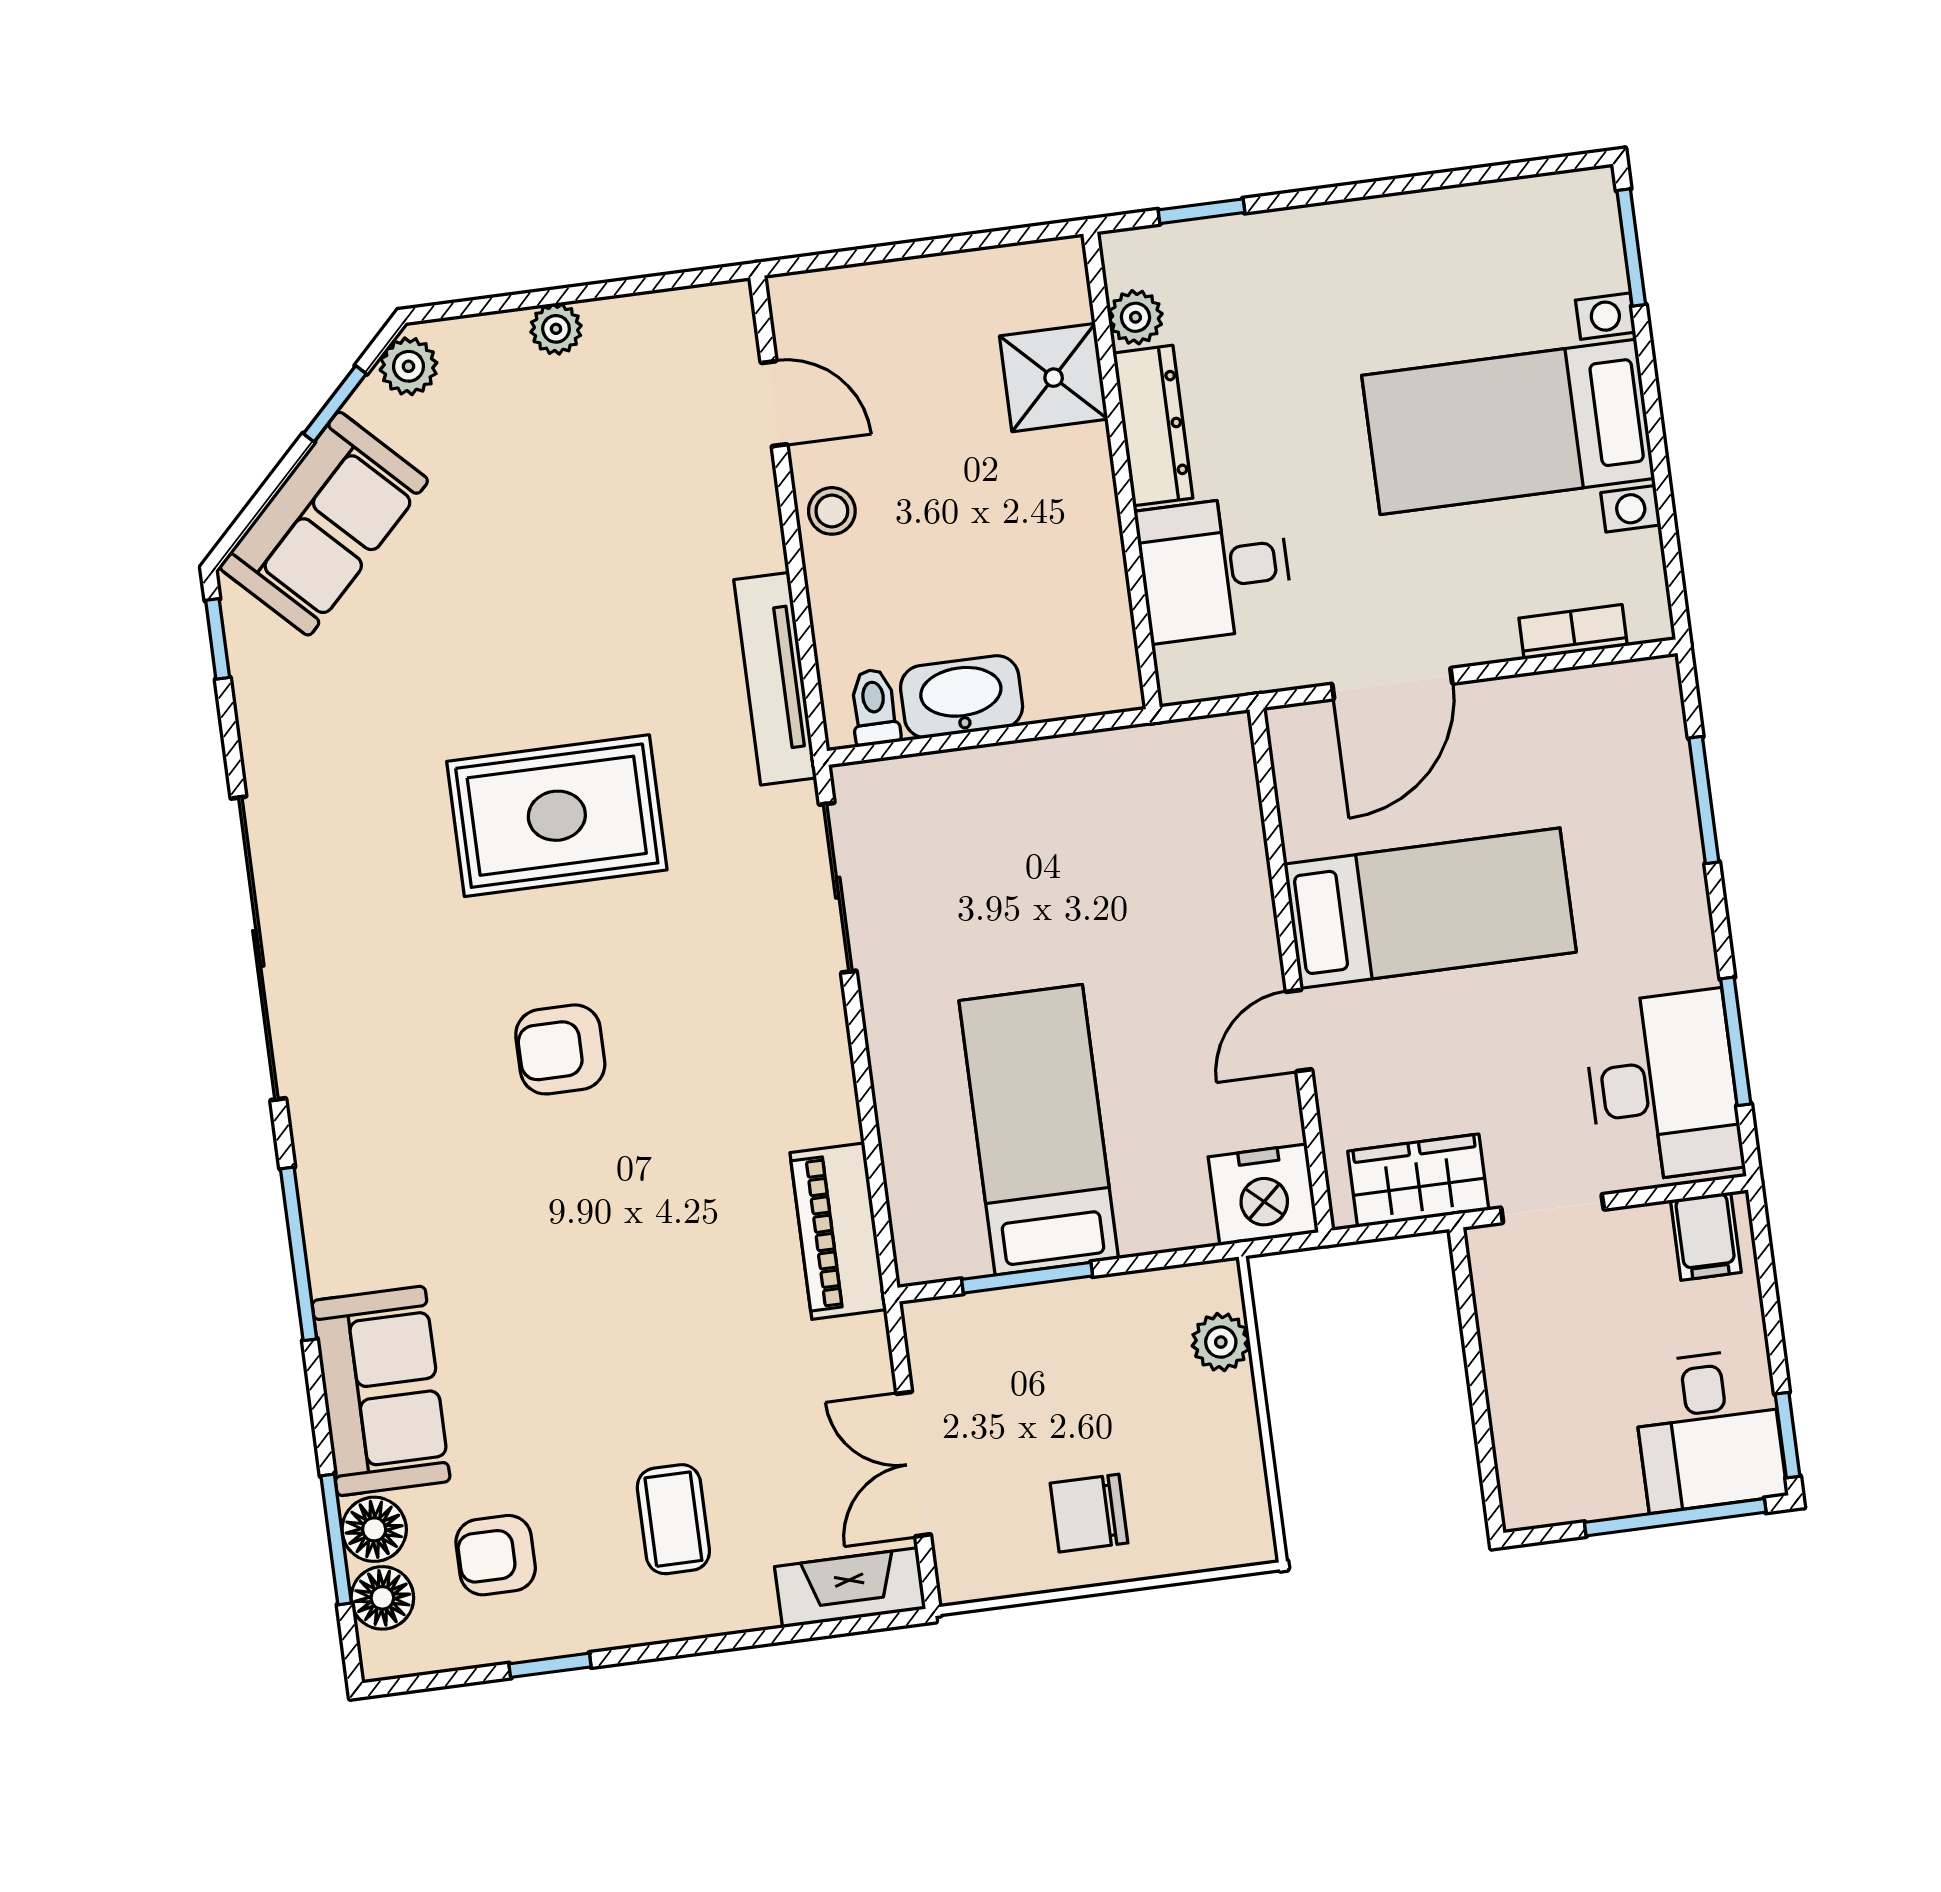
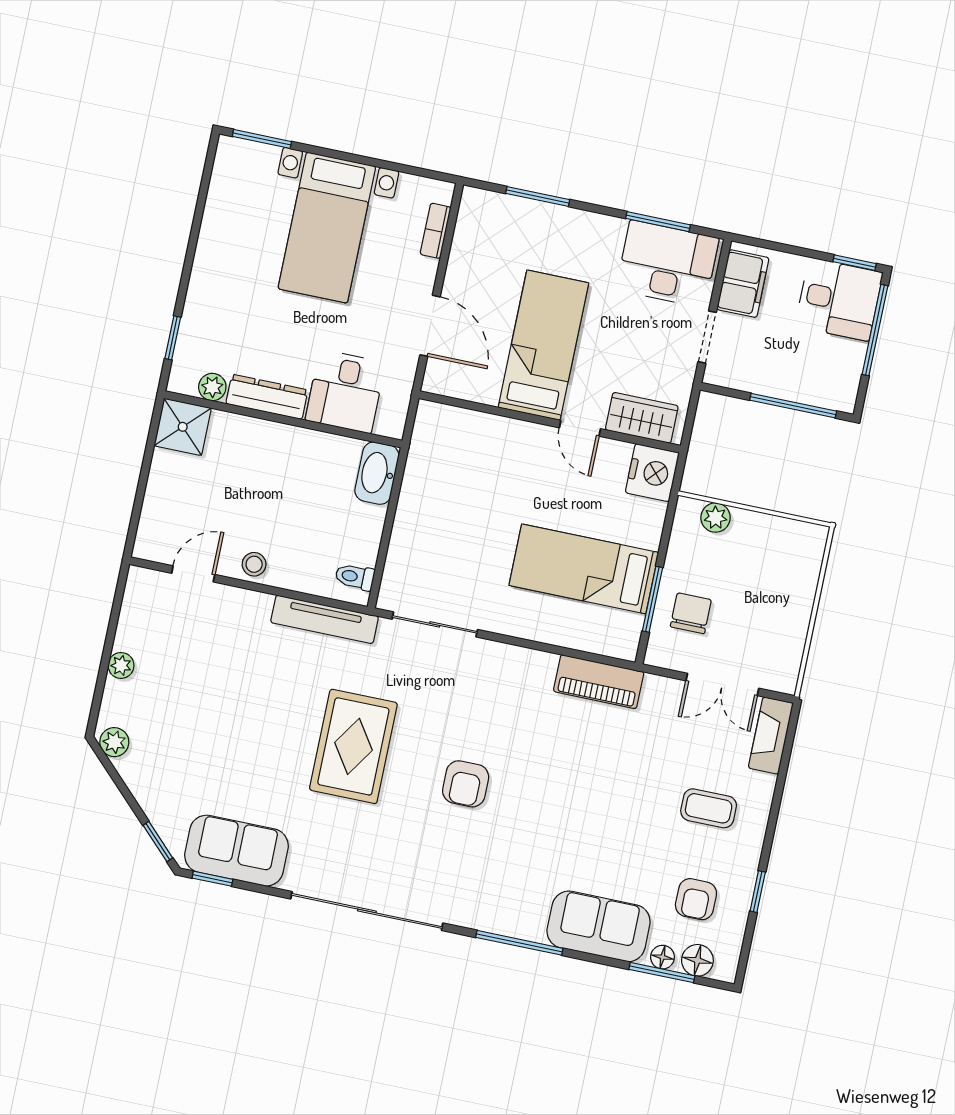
shower: (1054, 378) -> (183, 427), moved
window: (335, 404) -> (158, 842), moved
sofa: (324, 524) -> (236, 851), moved, turned -45
washbasin: (962, 697) -> (377, 473), moved
wardrobe: (1418, 1181) -> (642, 418), moved, turned 90
filing cabinet: (1706, 1236) -> (743, 284), width x2.00
window: (1481, 1414) -> (793, 406), added
chair: (1089, 1513) -> (691, 613), moved, turned 180
floor lamp: (374, 1529) -> (663, 957), width x0.73, depth x0.73

